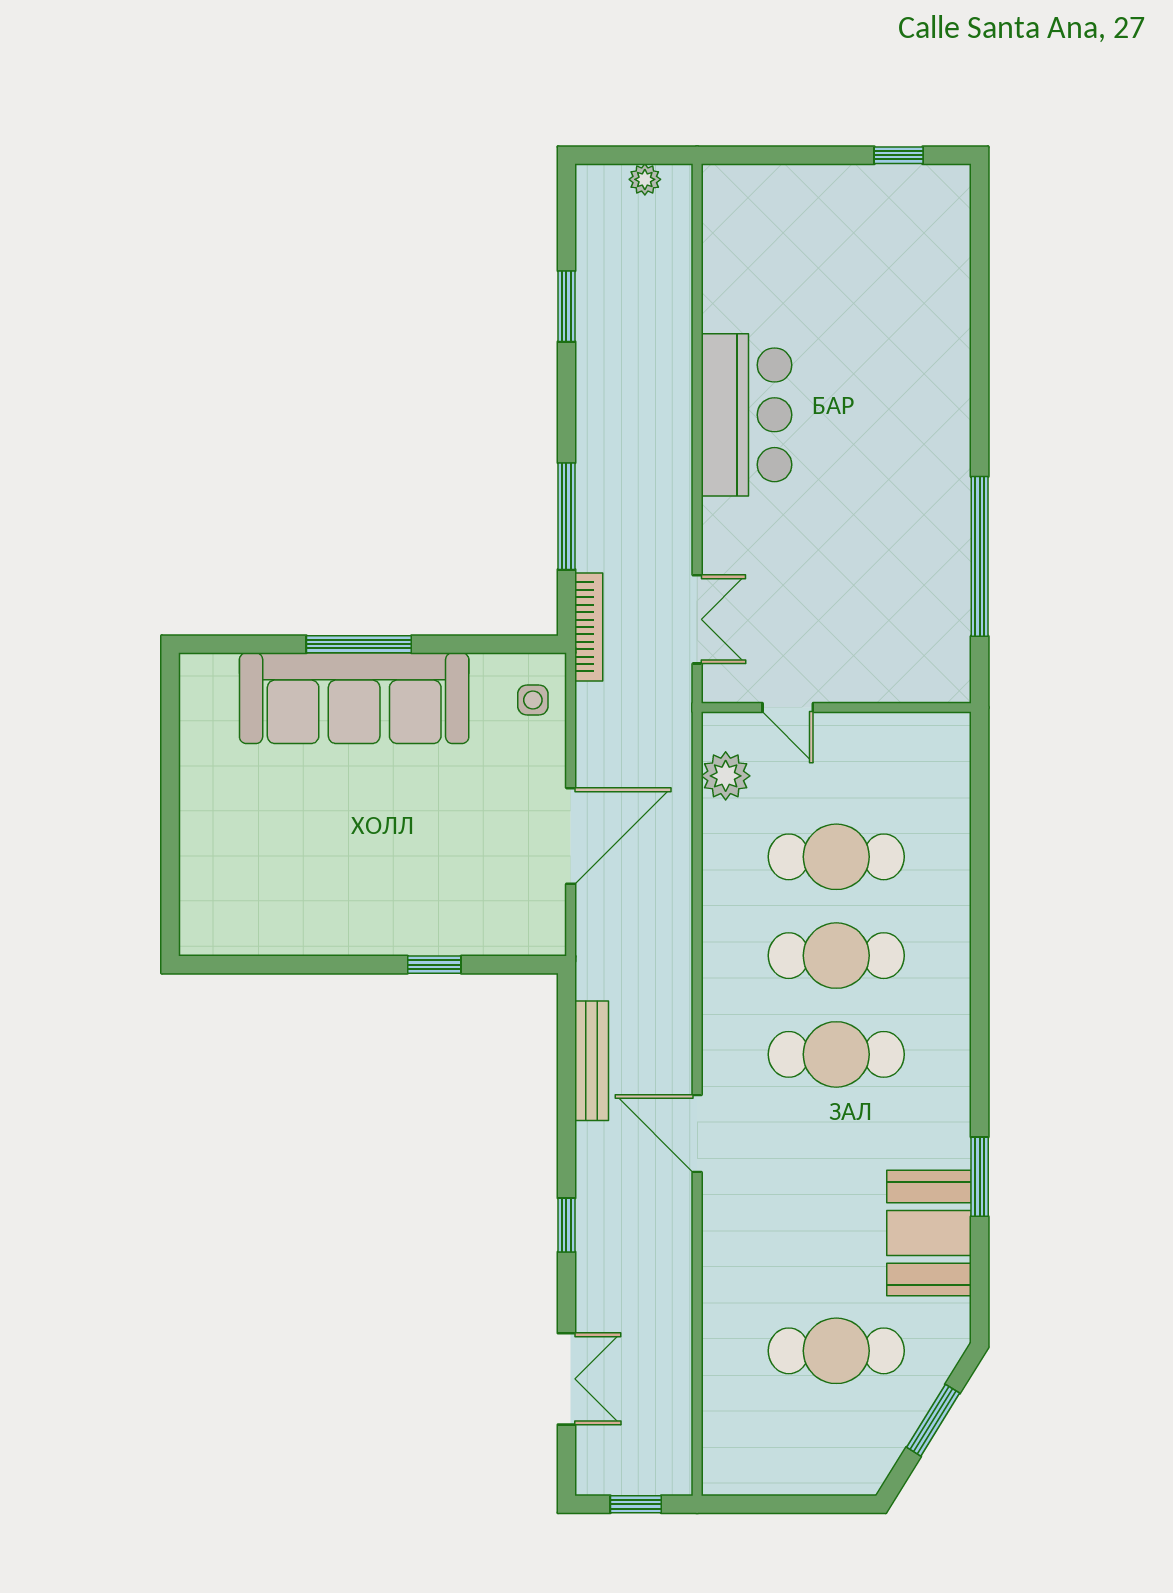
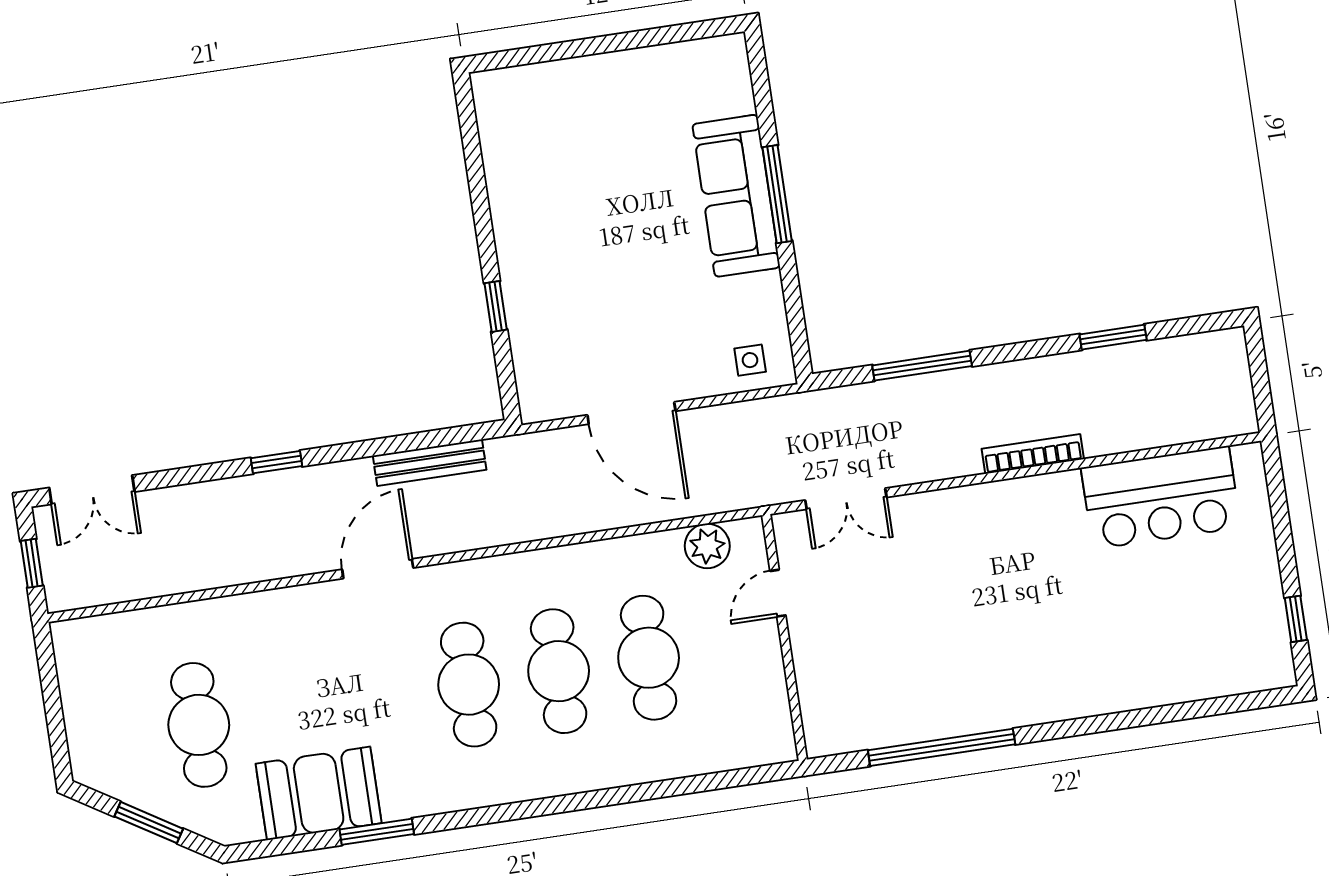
plant: (645, 179) -> (1239, 391), removed
bar counter: (746, 415) -> (1161, 498), moved
bookcase: (589, 627) -> (1033, 454), moved, turned 180
sofa: (354, 698) -> (736, 196), width x0.74, depth x0.79
double door: (566, 1379) -> (92, 490), moved

